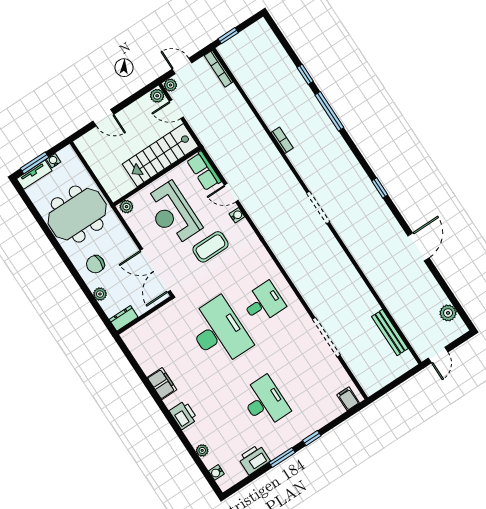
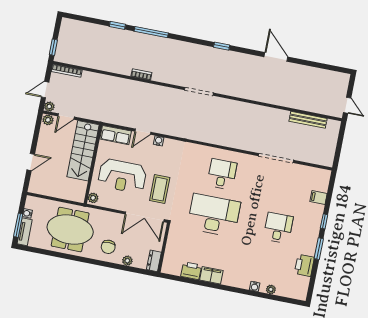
meeting table: (77, 214) -> (70, 230), turned 90
coffee table: (210, 247) -> (160, 189), moved
plant: (448, 313) -> (329, 77), removed
filing cabinet: (348, 399) -> (319, 198), moved
desk: (265, 402) -> (278, 228), width x0.73
printer: (183, 415) -> (191, 271), moved
water cooler: (216, 472) -> (255, 286), moved

